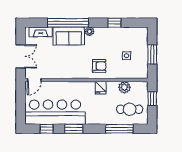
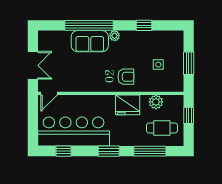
fireplace: (41, 32) -> (57, 36), removed
fridge: (101, 88) -> (128, 105), width x1.88, depth x1.34
window: (74, 129) -> (109, 151), moved

